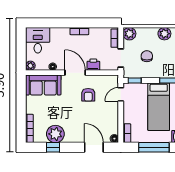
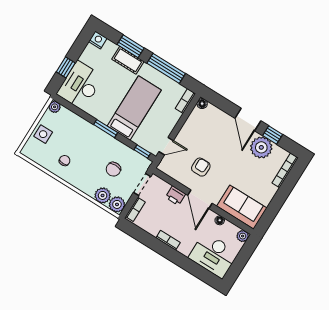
plant: (164, 34) -> (103, 195), moved
desk: (38, 40) -> (213, 255), width x1.37
door: (94, 147) -> (248, 119), moved

